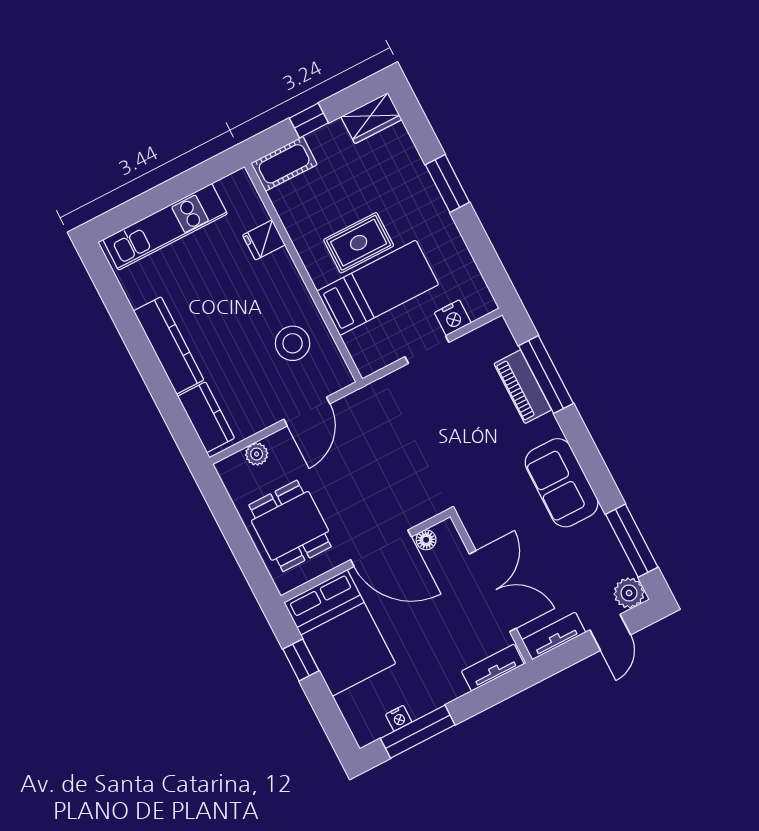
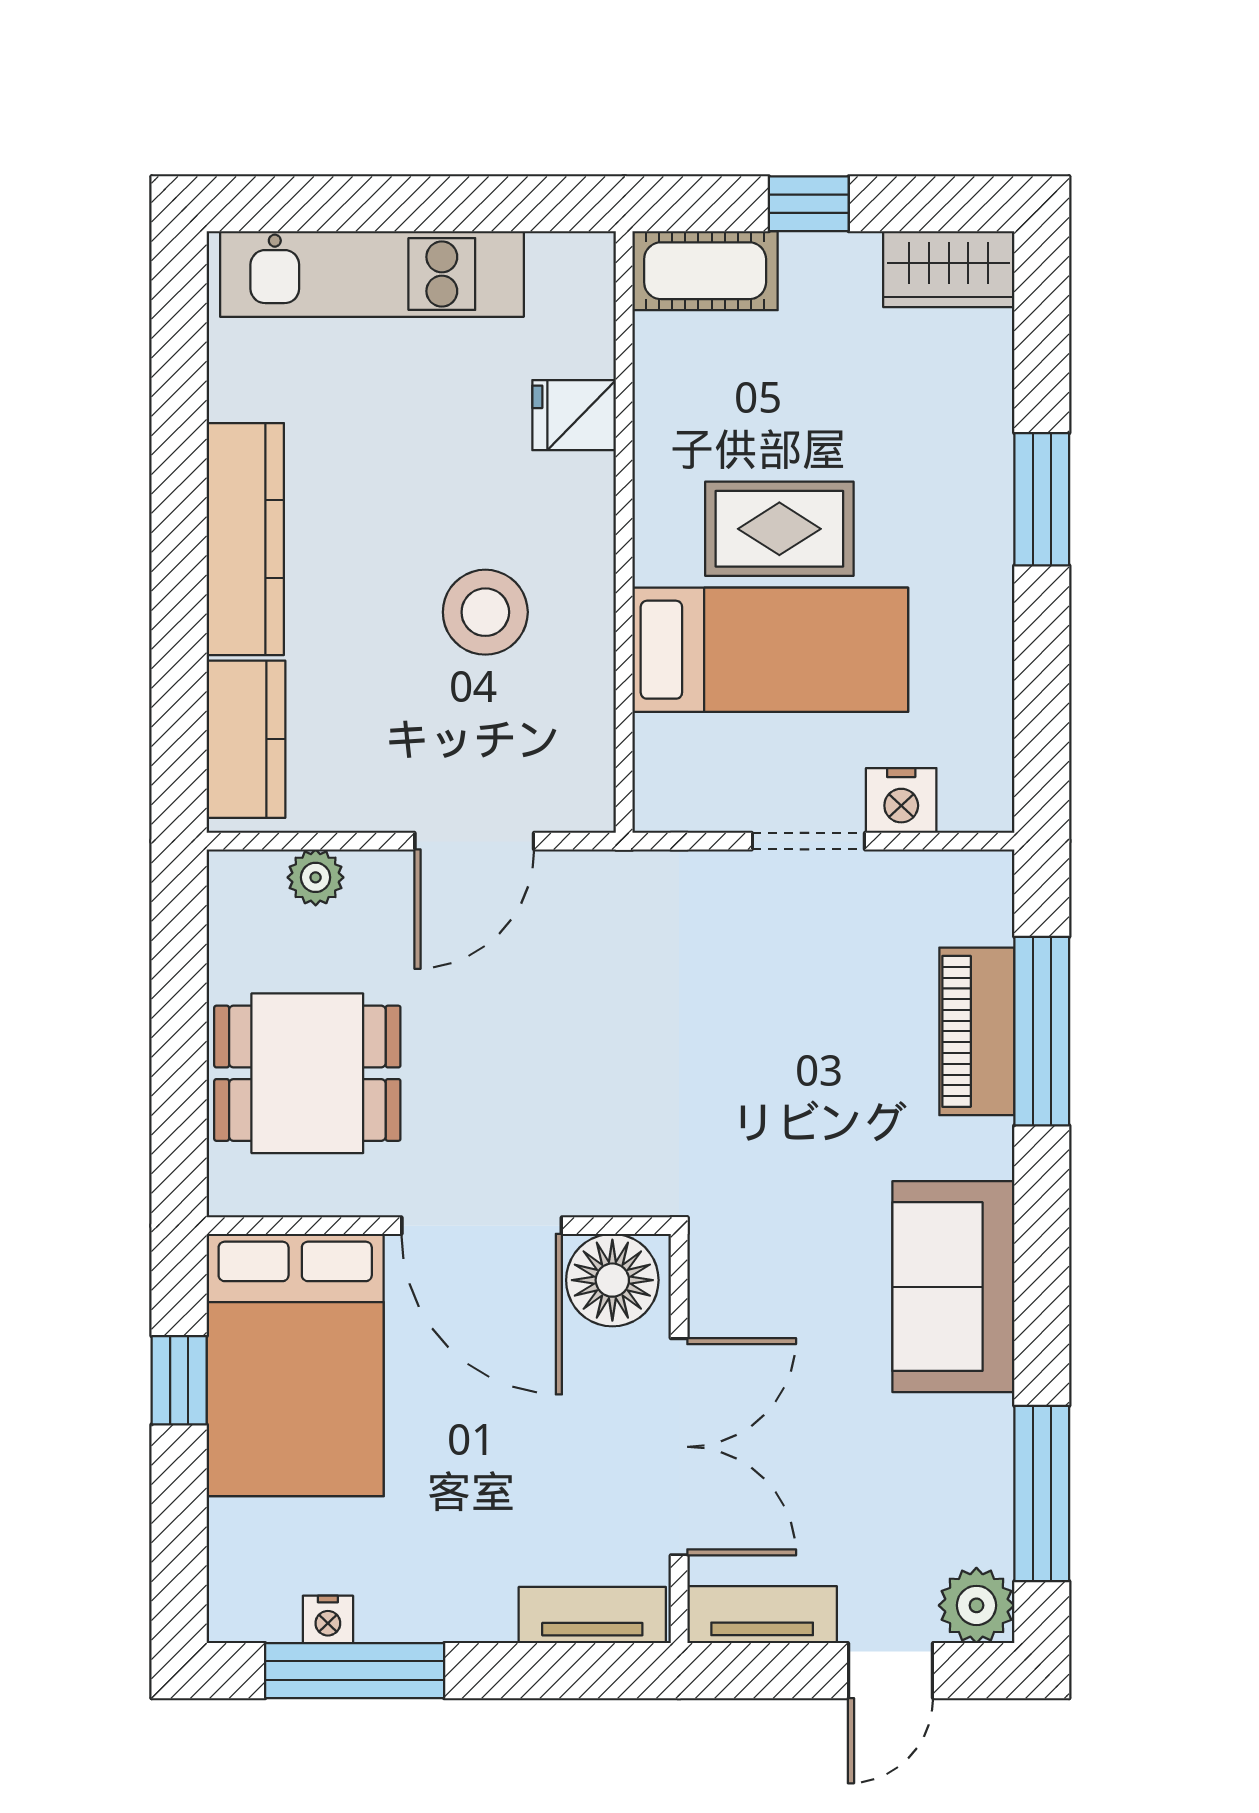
stool: (293, 343) -> (485, 612), moved
dining table: (290, 526) -> (307, 1073), turned 90
floor lamp: (426, 540) -> (612, 1280), width x1.89, depth x1.89

